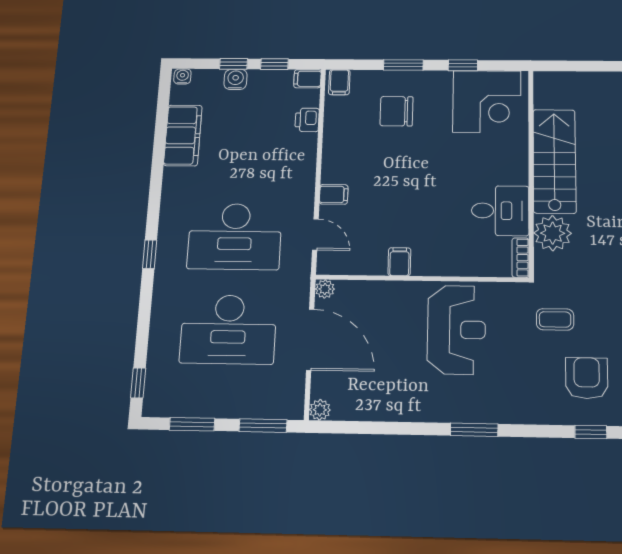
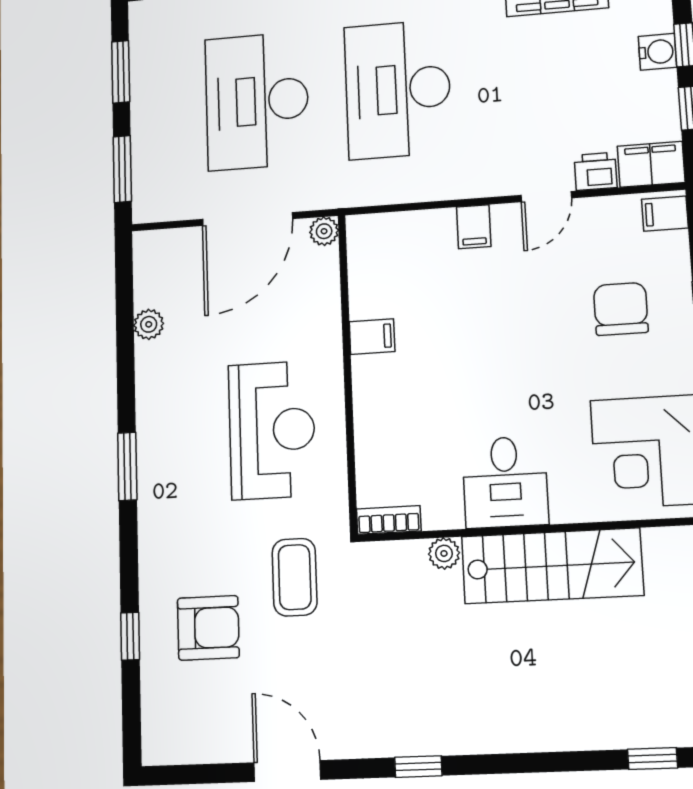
filing cabinet: (307, 79) -> (651, 164), width x2.00
desk: (500, 211) -> (505, 482), moved
plant: (553, 233) -> (444, 553), width x0.53, depth x0.53
door: (315, 234) -> (546, 197), moved
coffee table: (555, 319) -> (295, 577), width x1.36, depth x1.30
reception desk: (456, 330) -> (272, 430), turned -90
plant: (320, 410) -> (149, 324), moved

